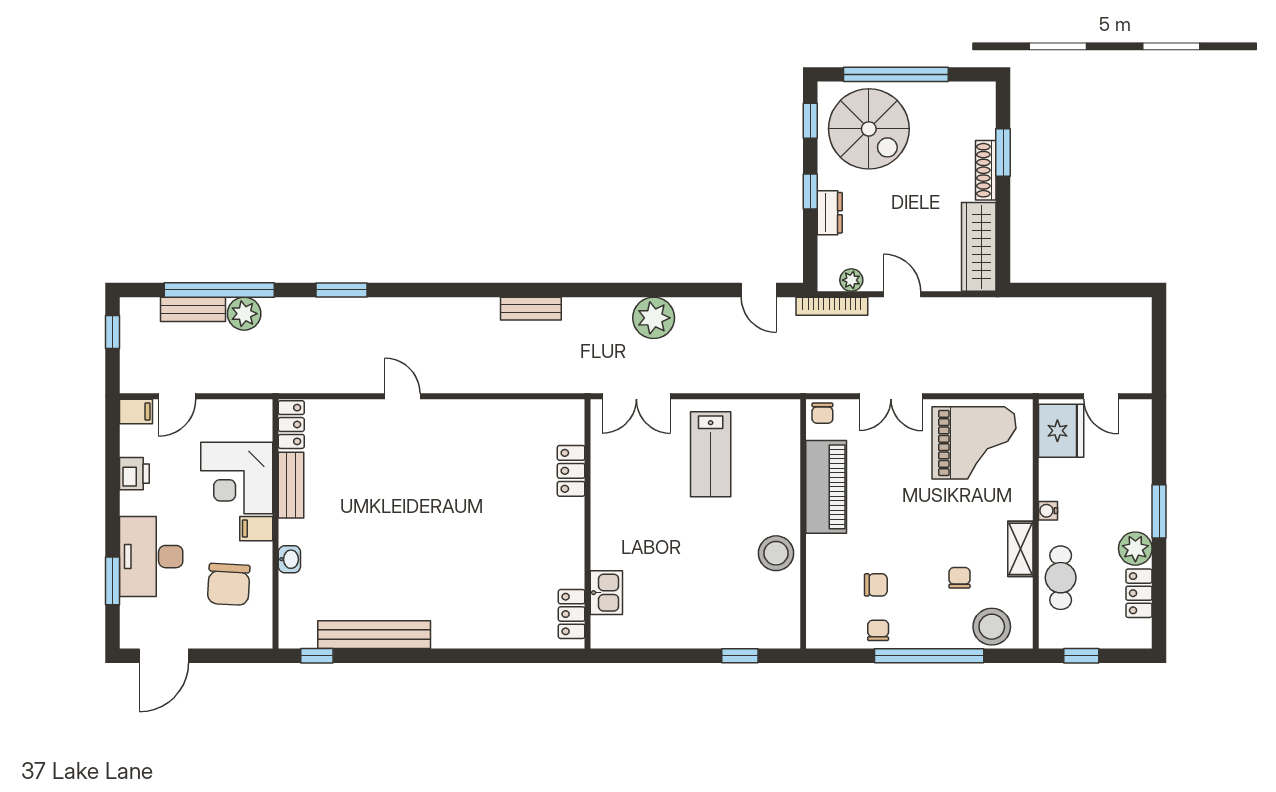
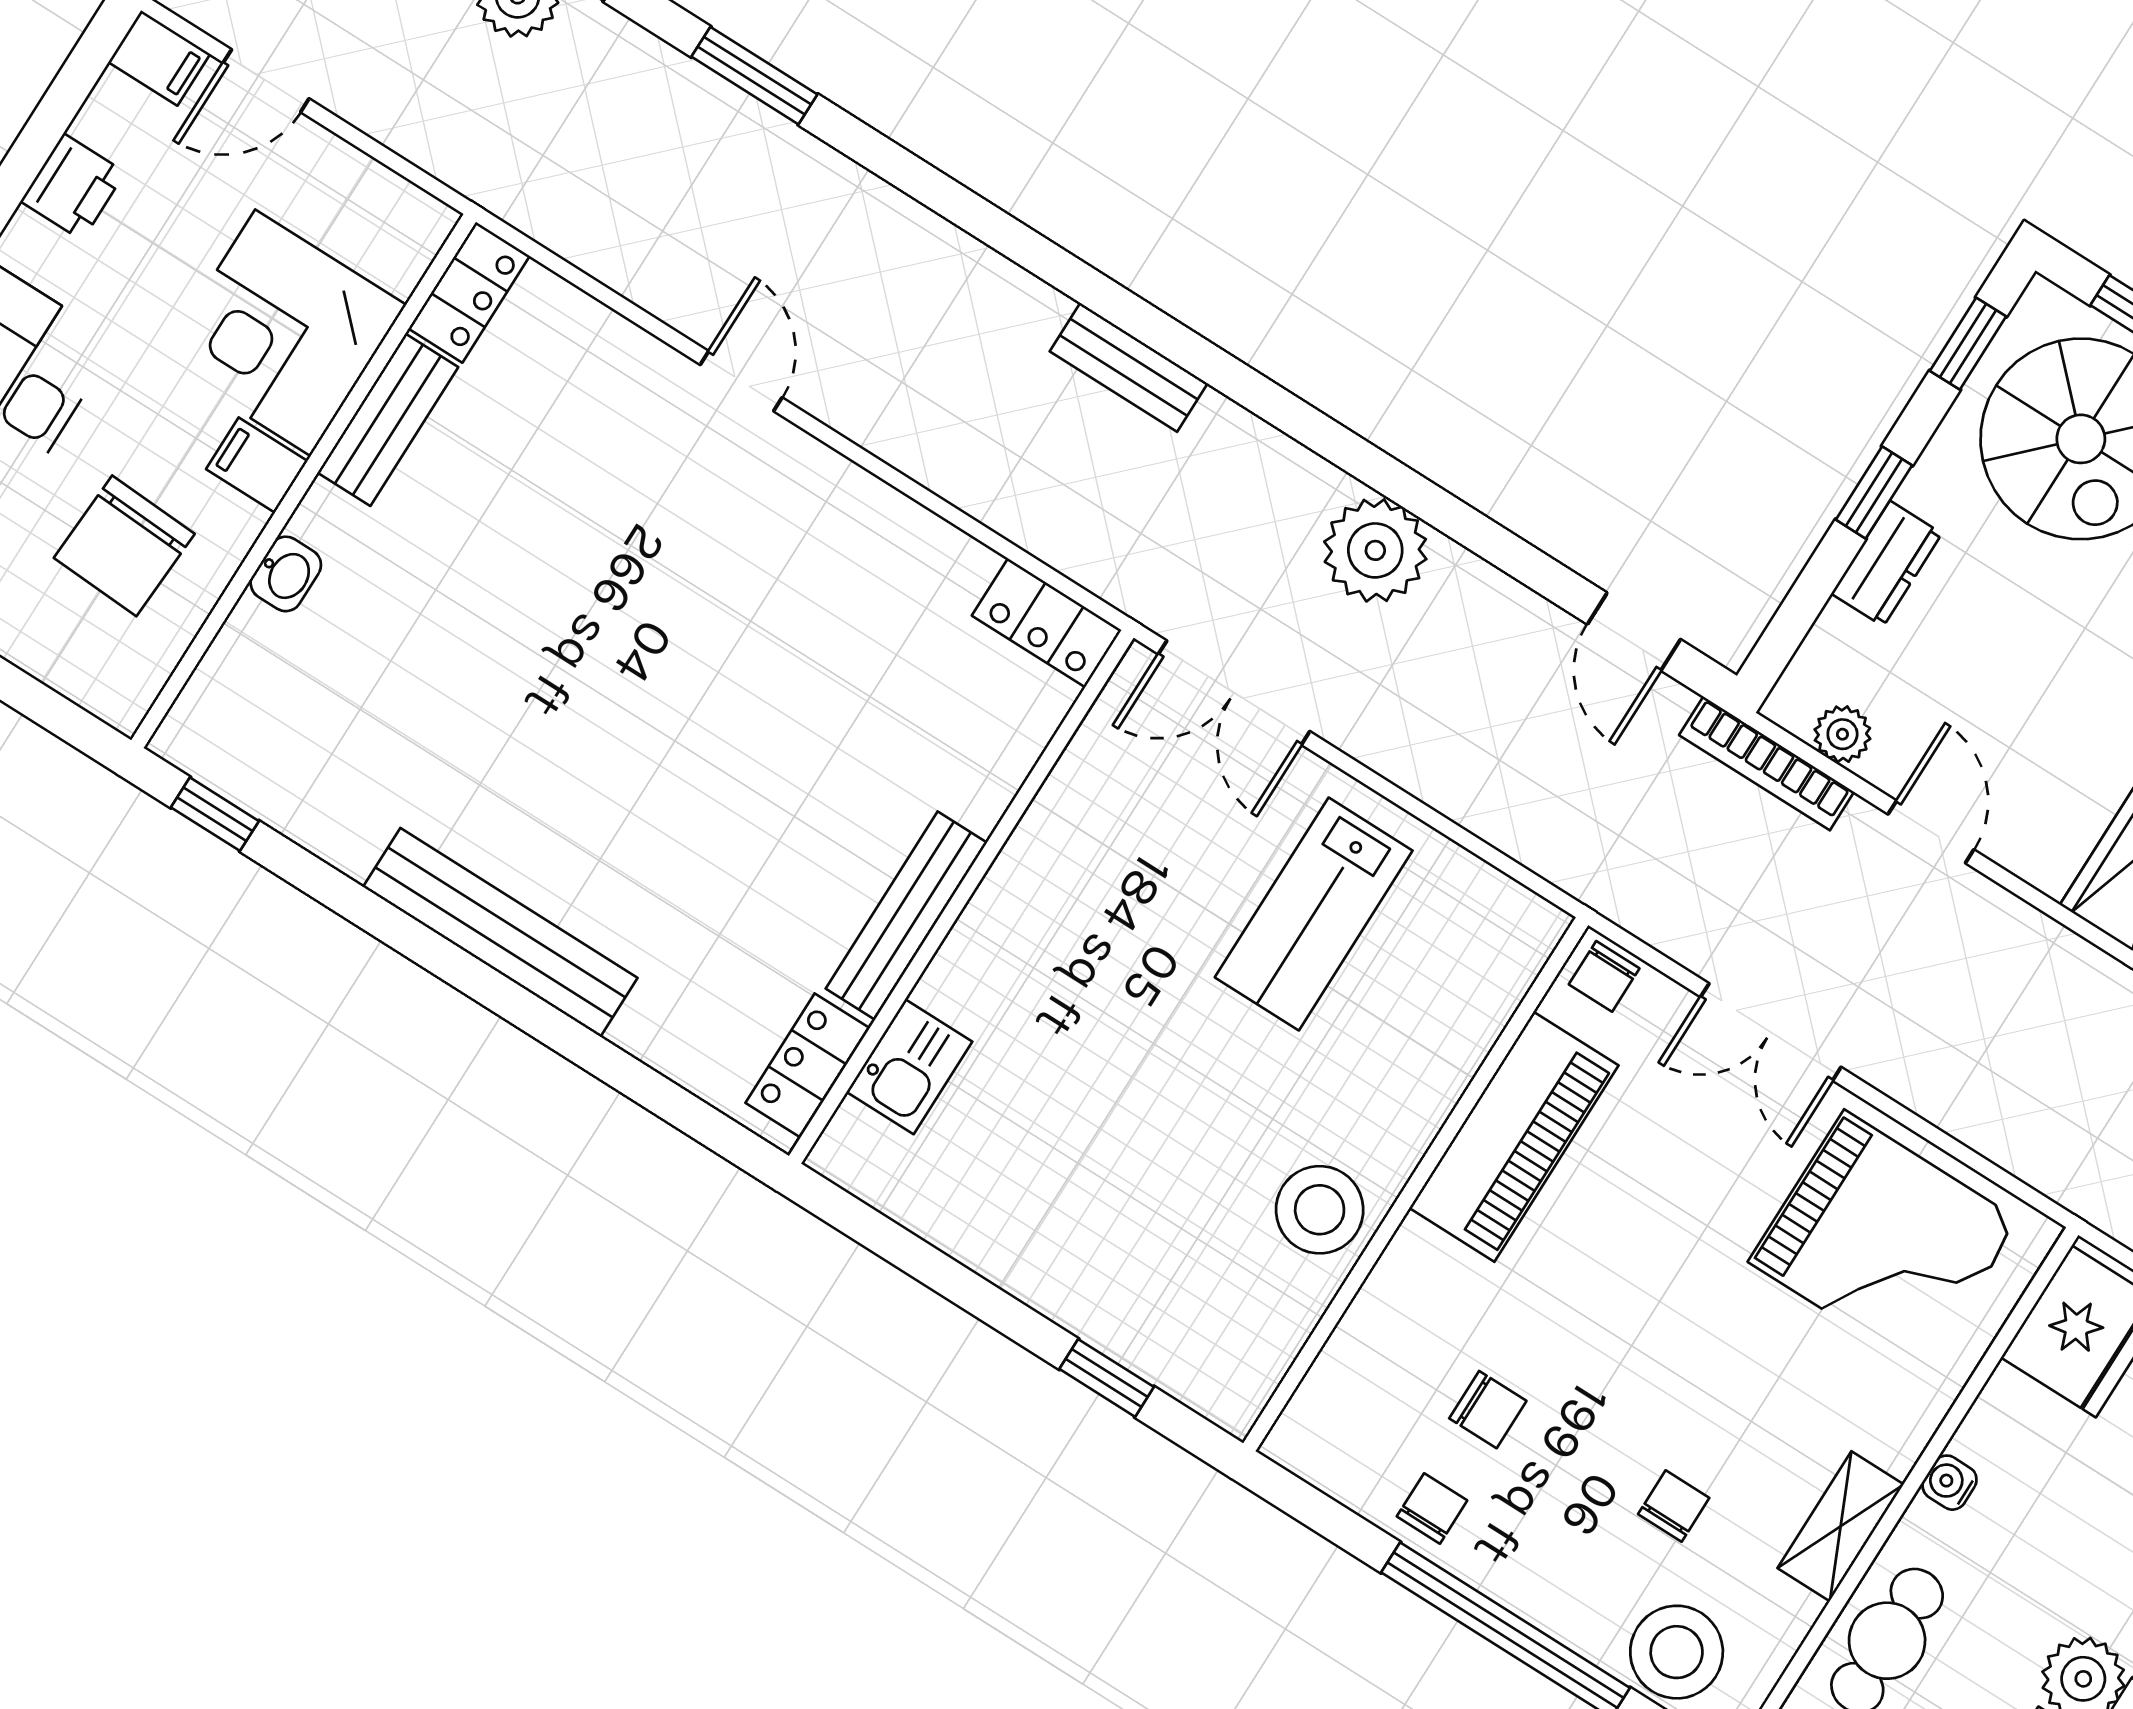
locker: (571, 471) -> (1047, 623), moved, turned -90
bench: (573, 542) -> (906, 916), added
bench: (374, 635) -> (500, 932), moved

